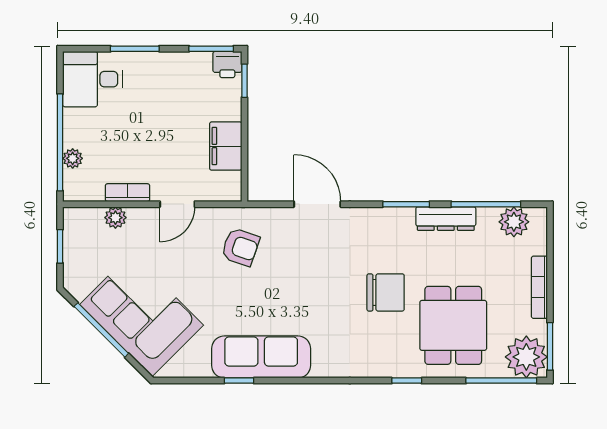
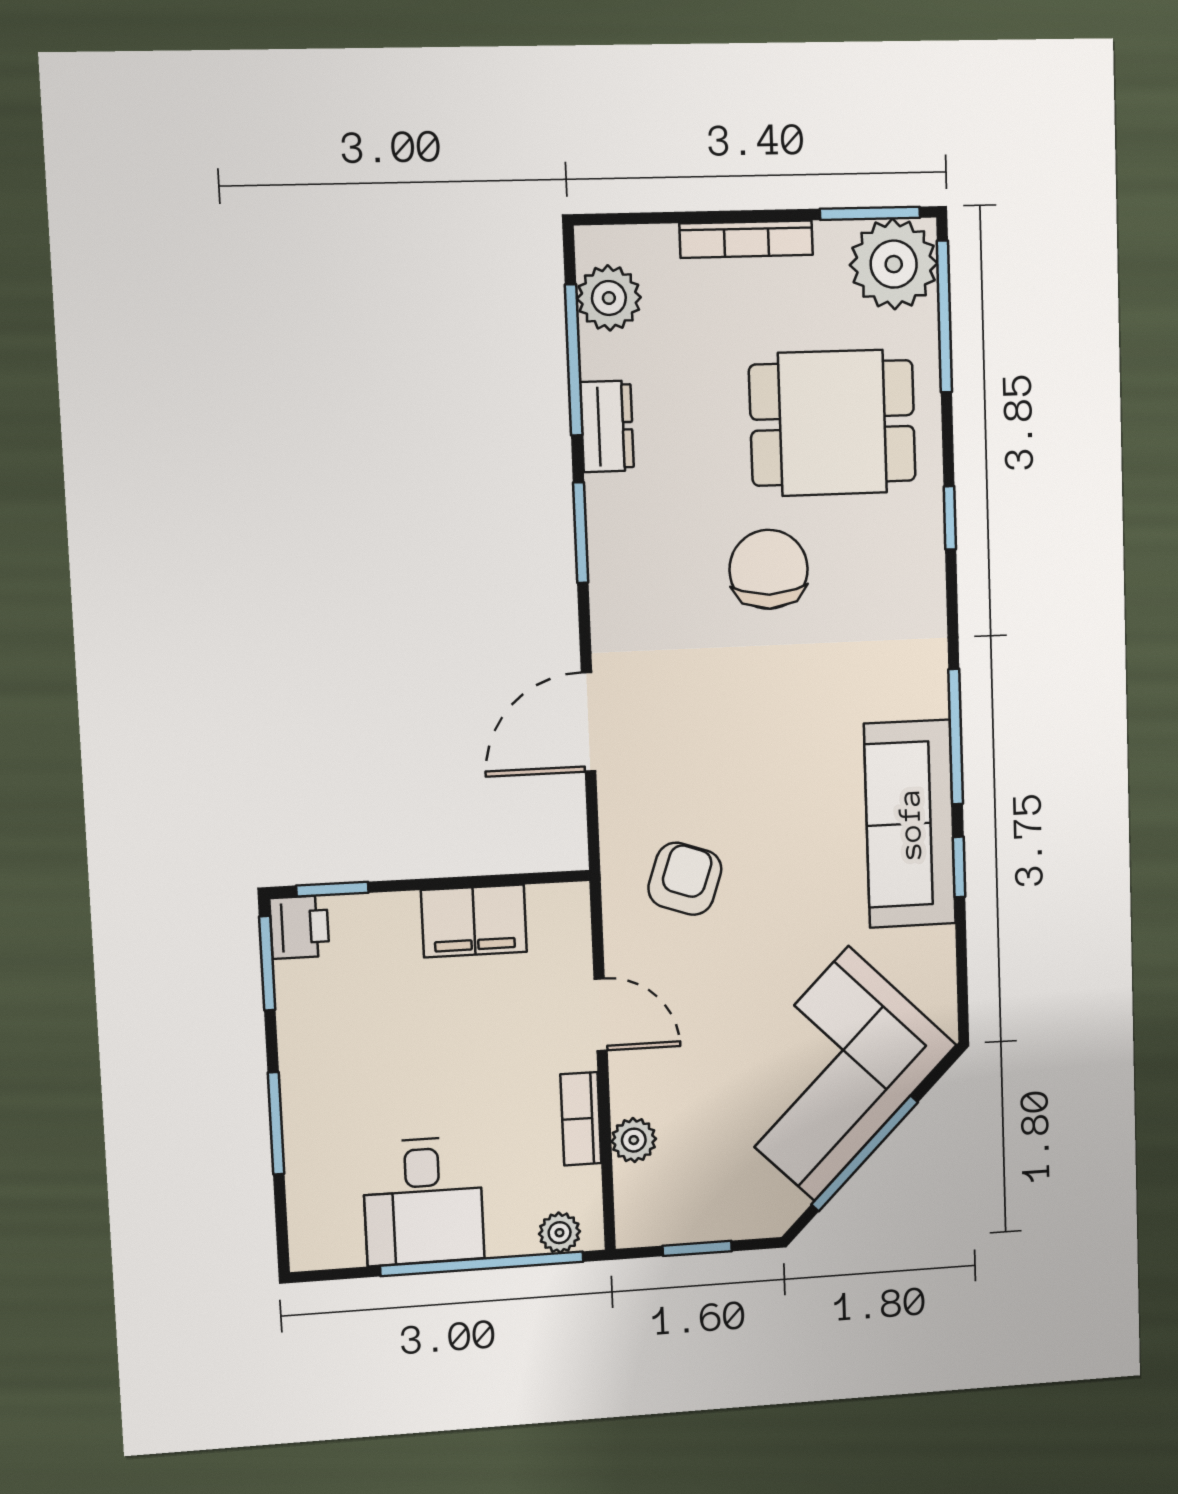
desk: (93, 79) -> (423, 1201), moved
plant: (73, 158) -> (560, 1233), moved
dresser: (446, 219) -> (607, 426), width x0.70
window: (302, 381) -> (956, 737), added

